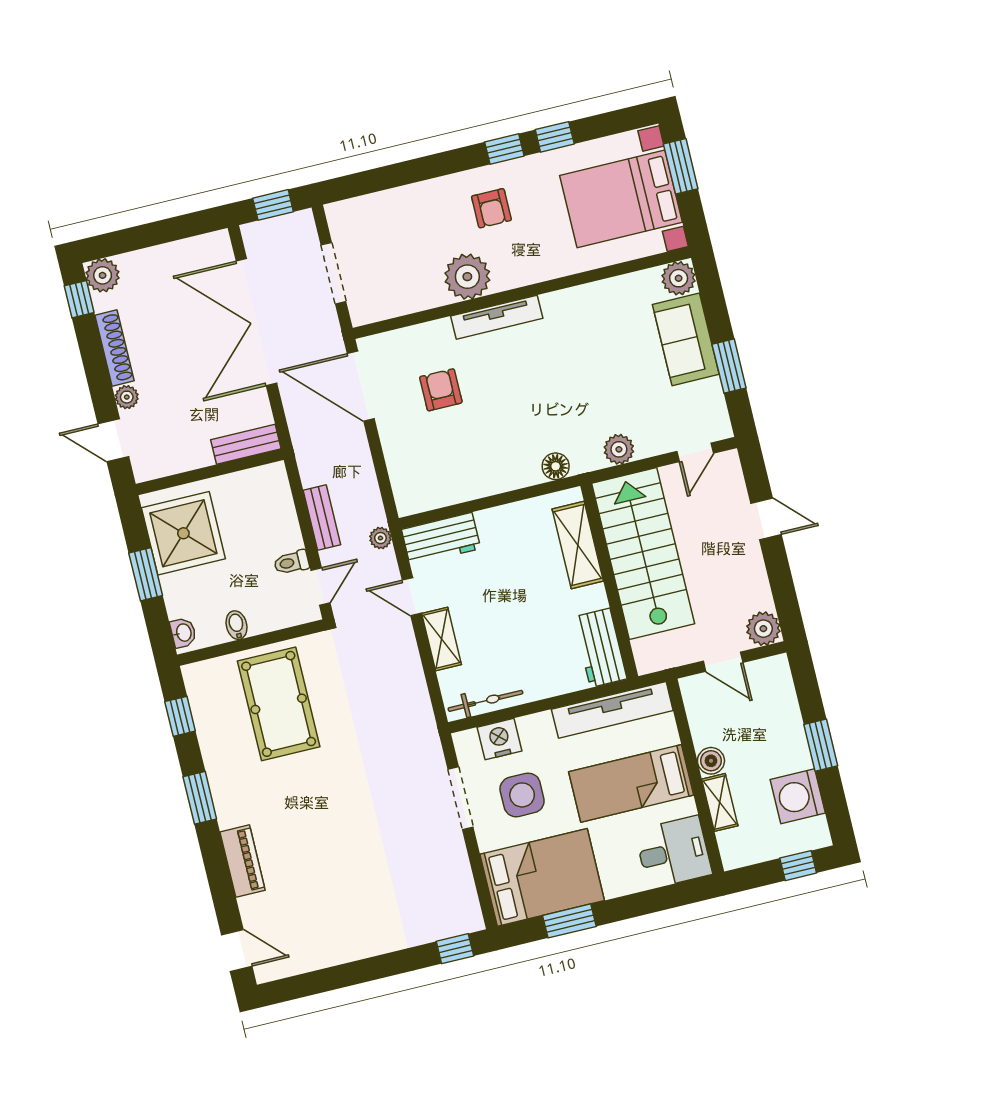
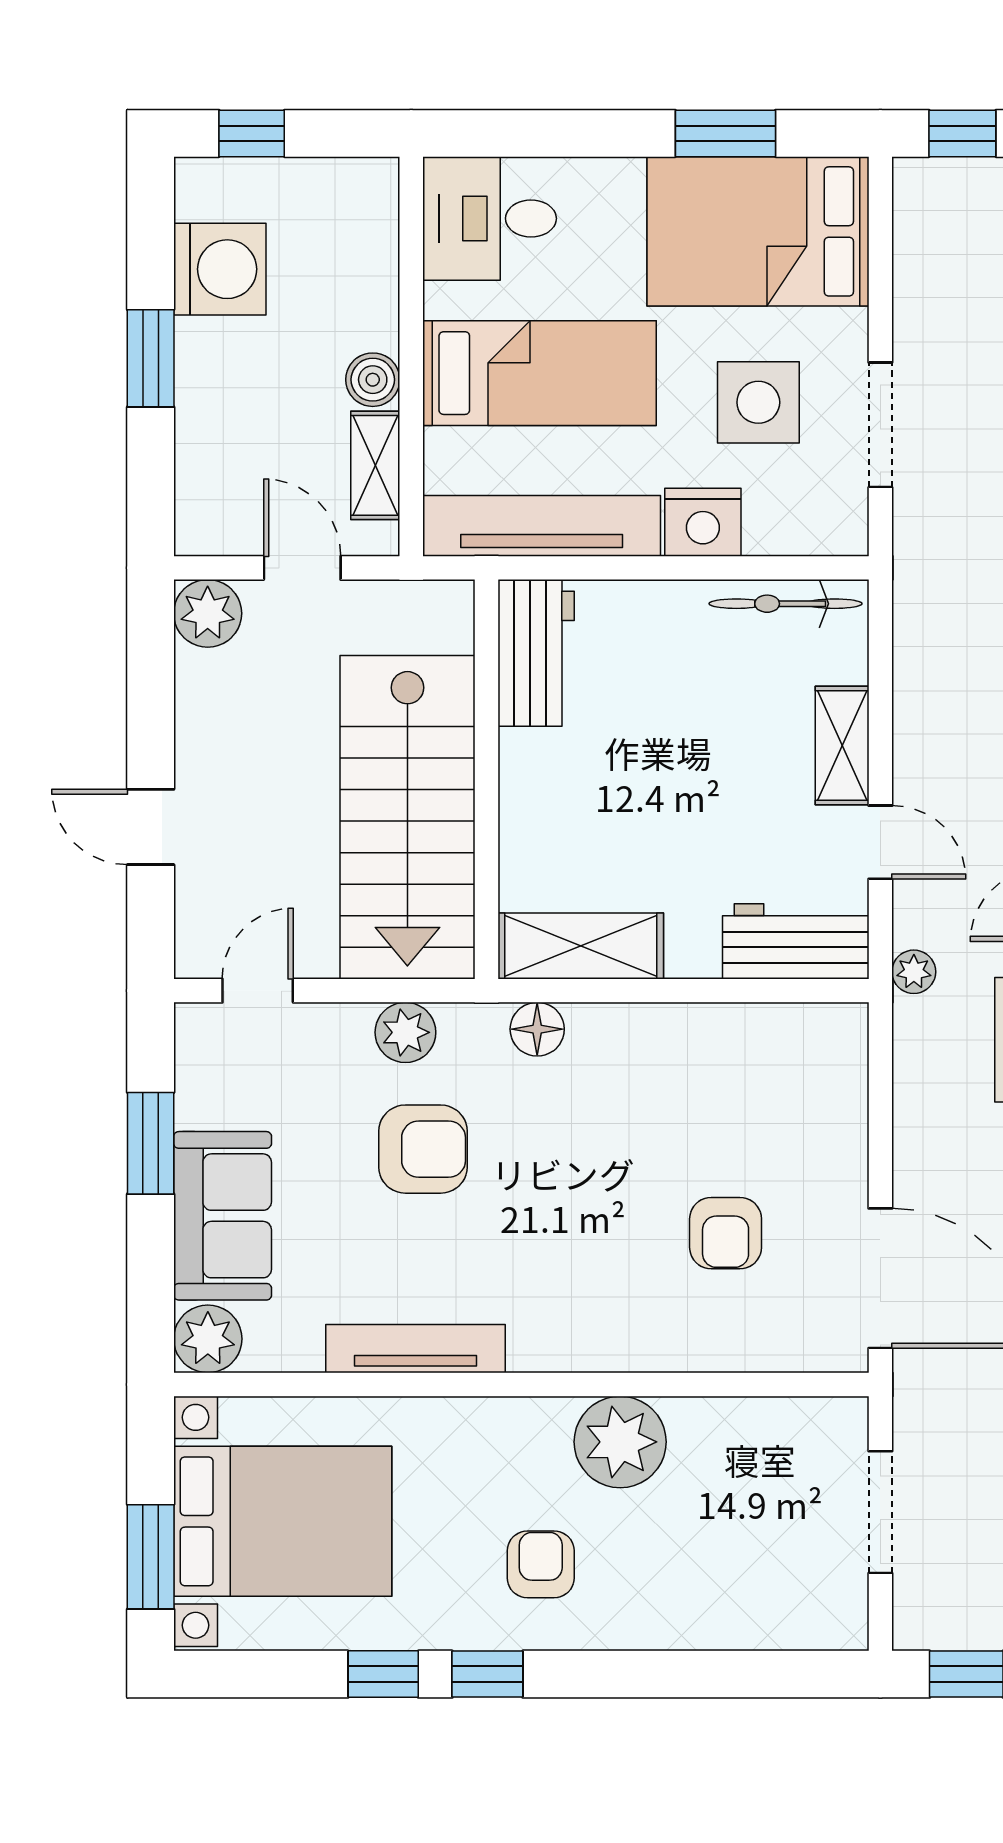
tv unit: (497, 317) -> (416, 1349), moved
armchair: (597, 395) -> (423, 1149), added
shelving: (578, 545) -> (581, 946), moved, turned 90
nightstand: (500, 739) -> (703, 522), moved
shelving: (720, 802) -> (375, 465), moved

